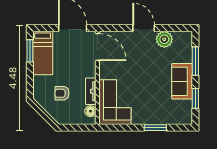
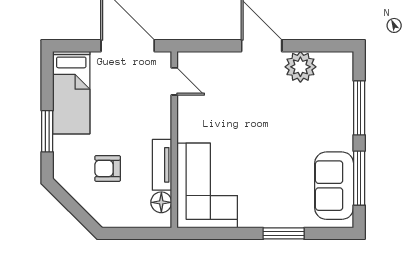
door: (97, 47) -> (174, 81), width x0.53
window: (30, 51) -> (47, 131), moved
sofa: (182, 81) -> (334, 186), moved
window: (195, 98) -> (359, 178), width x1.44

